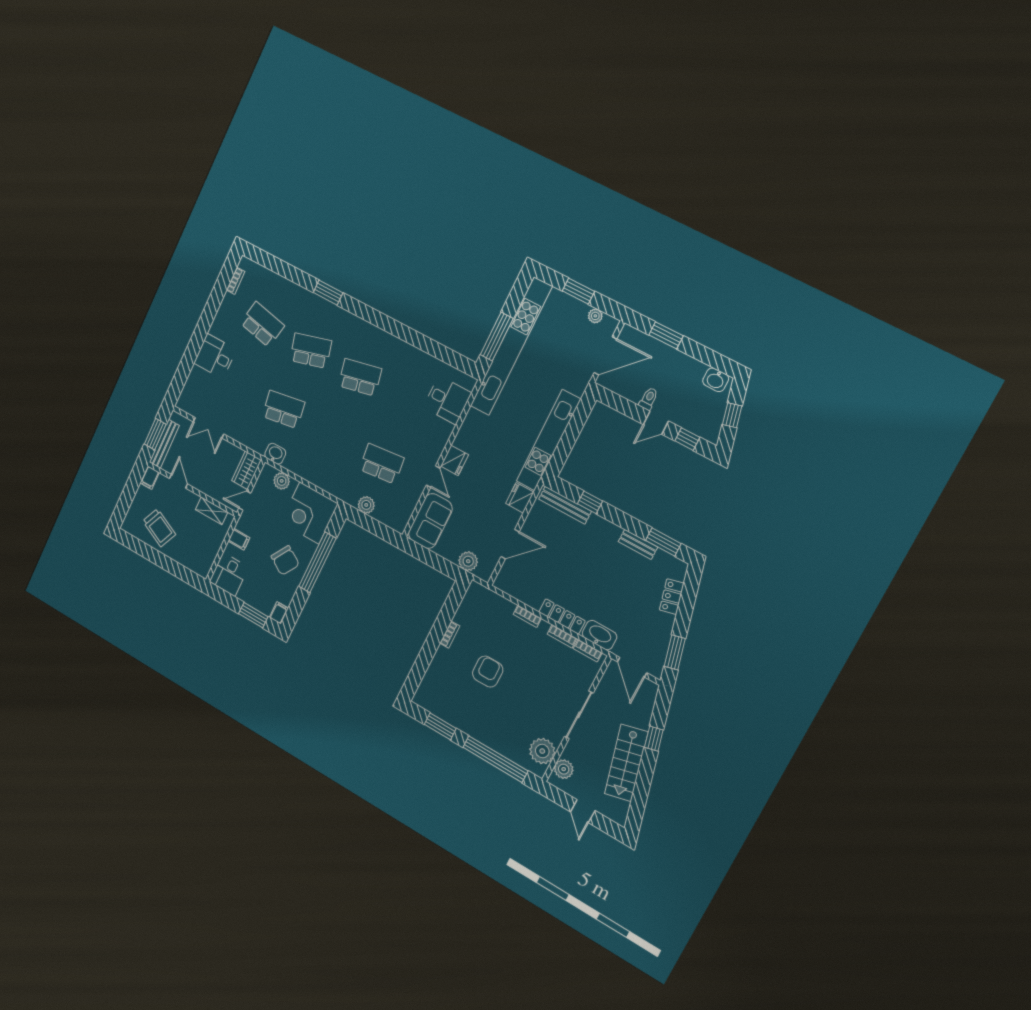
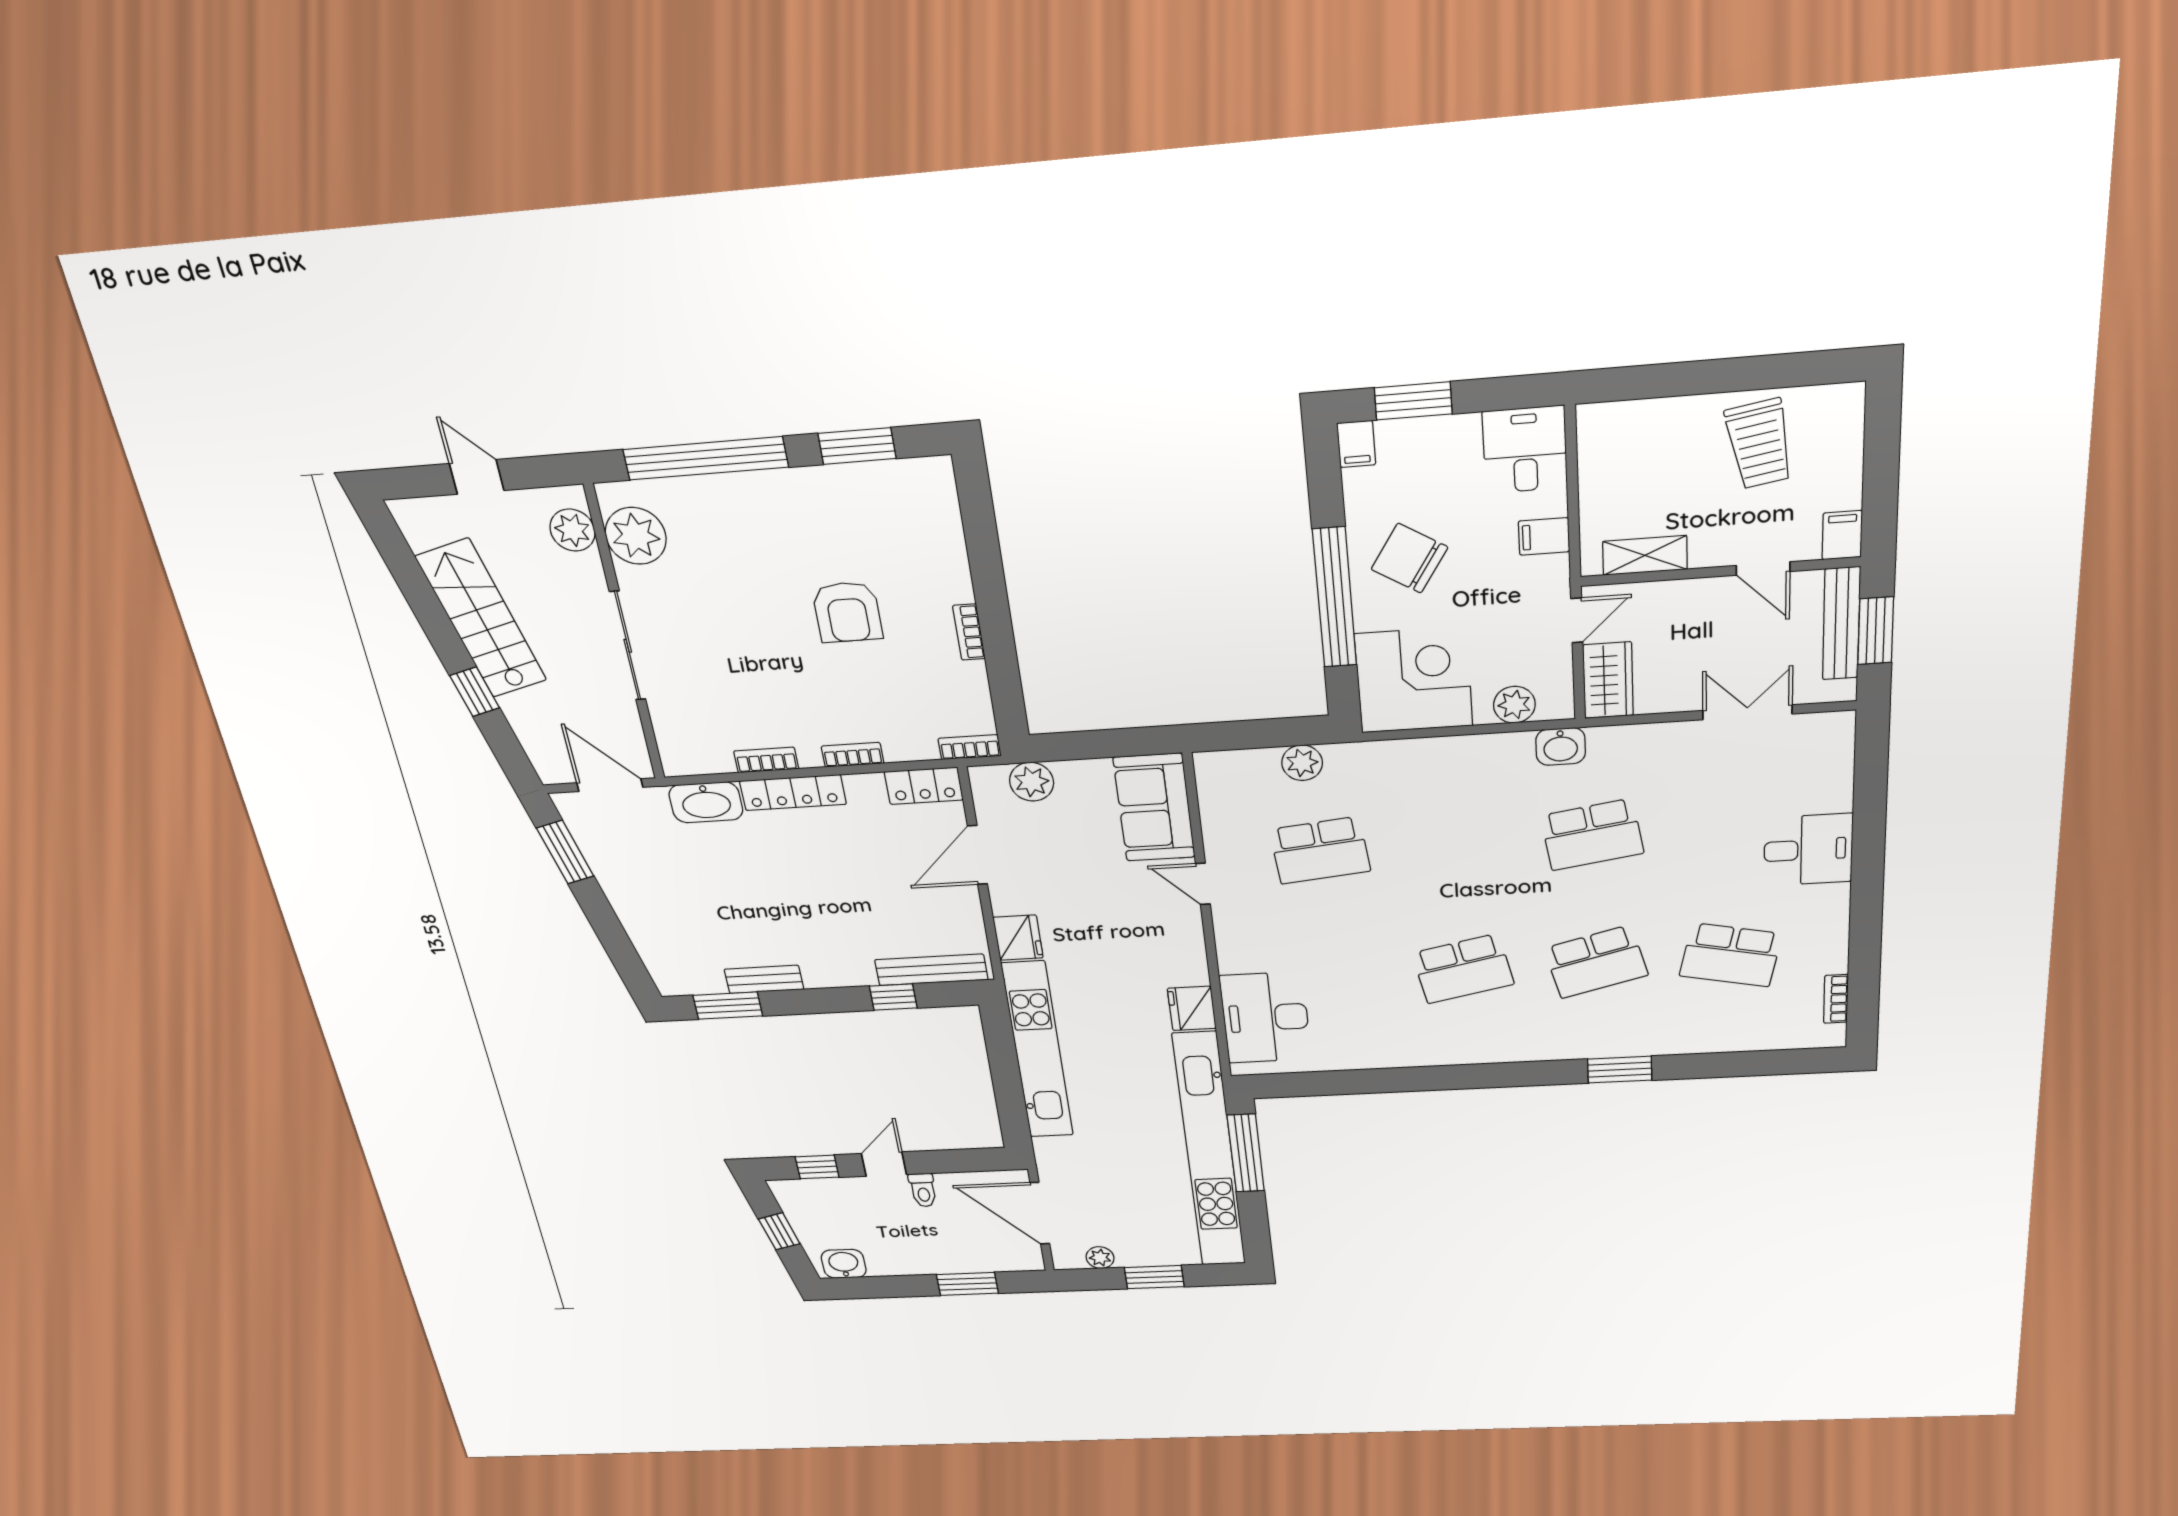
door: (605, 356) -> (1040, 1213), hinge flipped
desk: (447, 400) -> (1265, 1018), width x1.37
fridge: (454, 460) -> (1192, 1008), moved
trolley: (159, 528) -> (1759, 444), turned -125
locker: (672, 597) -> (924, 786), moved, turned 104
bookcase: (588, 651) -> (970, 747), moved

